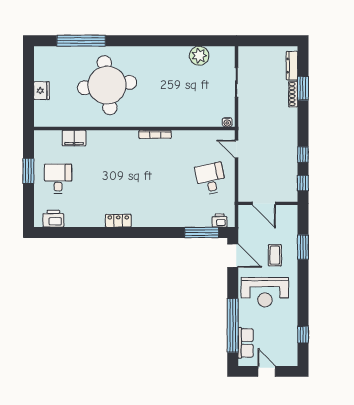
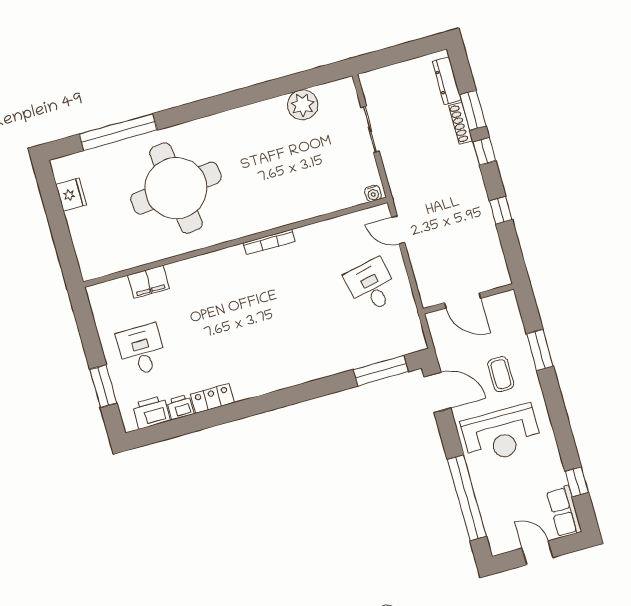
fridge: (42, 91) -> (71, 194), moved
window: (28, 171) -> (103, 386), moved
window: (303, 183) -> (484, 151), moved
printer: (220, 220) -> (180, 407), moved
locker: (118, 221) -> (212, 398), moved
row of seats: (246, 343) -> (564, 511), moved, turned 180

